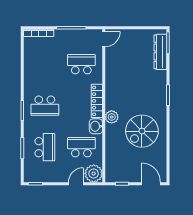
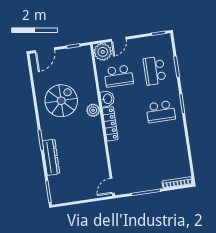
dresser: (160, 52) -> (51, 157), moved
school desk: (81, 64) -> (131, 158), removed
school desk: (45, 106) -> (161, 112), turned 180
door: (151, 184) -> (45, 50), hinge flipped

